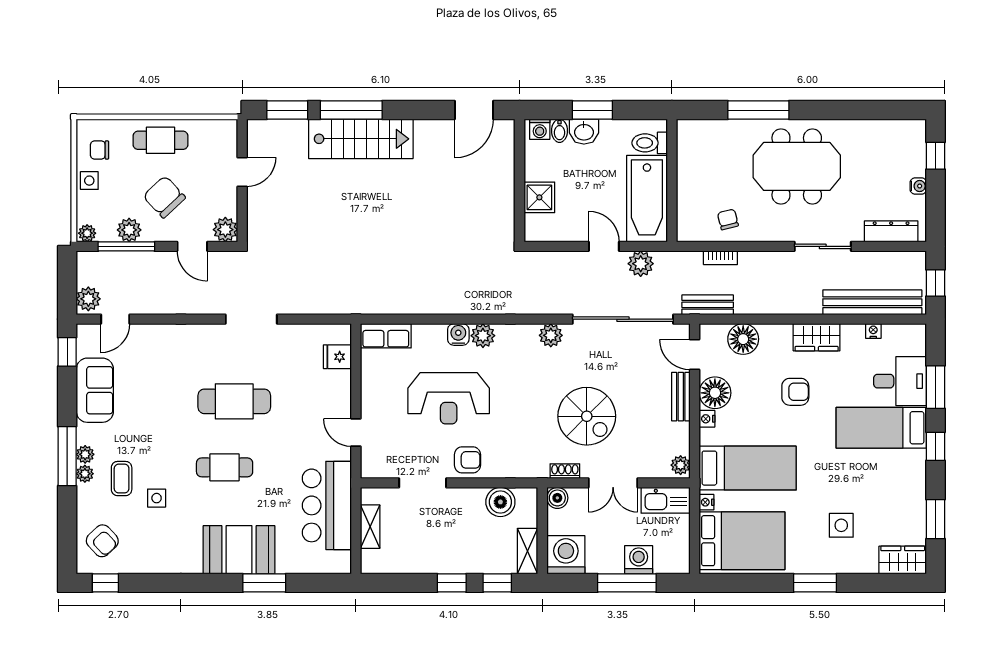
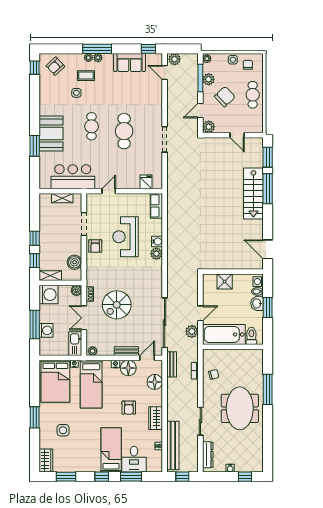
plant: (551, 335) -> (157, 287), removed

